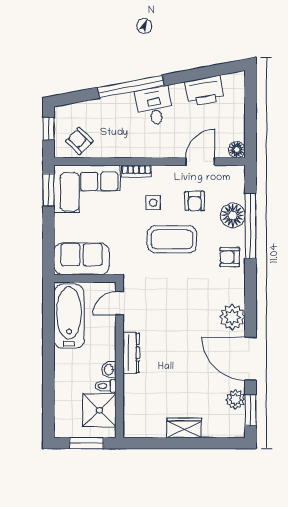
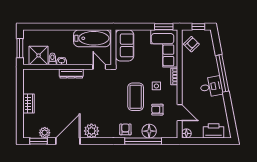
printer: (205, 91) -> (214, 131), moved, turned 101

